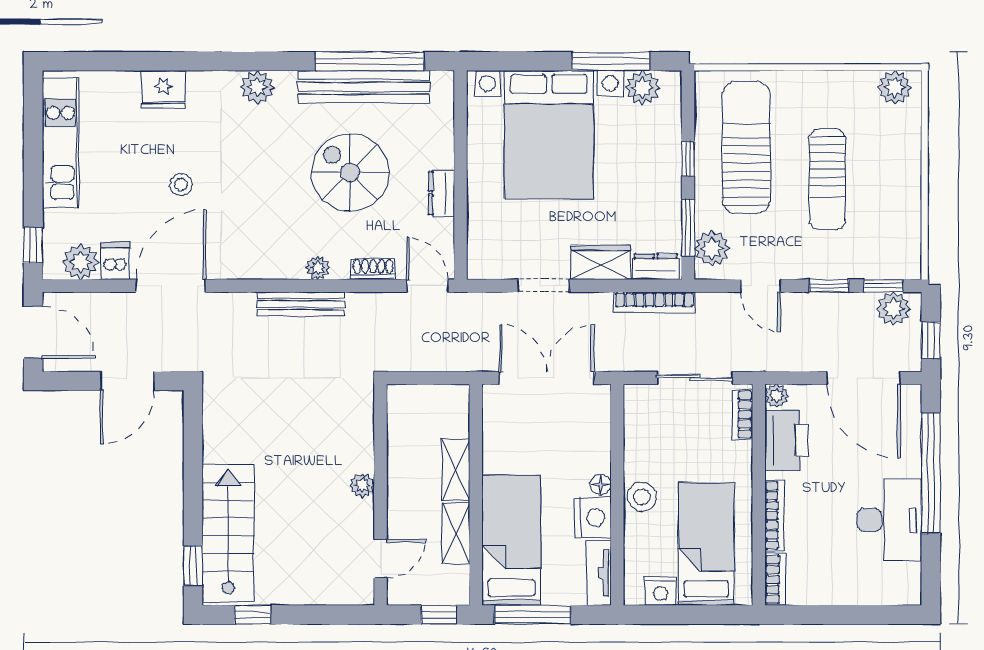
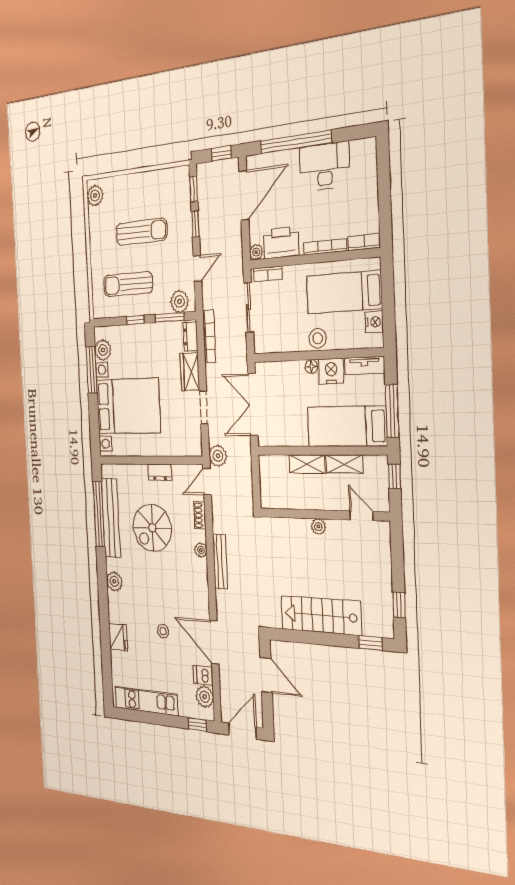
sun lounger: (746, 147) -> (128, 284), width x0.73, depth x0.75
plant: (893, 309) -> (218, 456), moved
stairs: (228, 533) -> (321, 615), moved

